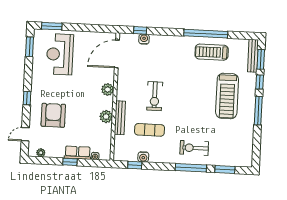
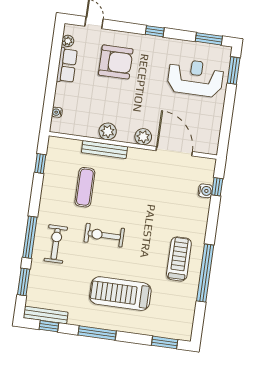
treadmill: (212, 52) -> (179, 259), moved
door: (117, 54) -> (174, 151), moved
bench: (253, 56) -> (46, 315), moved
window: (260, 82) -> (49, 326), moved
exercise bike: (155, 96) -> (104, 235), moved
window: (27, 98) -> (155, 31), moved
row of seats: (78, 153) -> (67, 65), moved
water cooler: (143, 157) -> (50, 176), removed
window: (70, 162) -> (52, 78), removed

